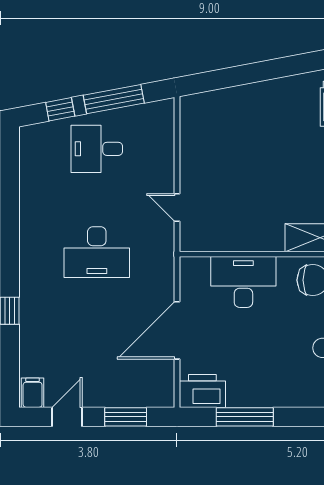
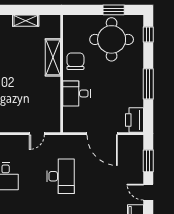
desk: (243, 282) -> (76, 93), width x0.73
window: (245, 417) -> (148, 84), moved

